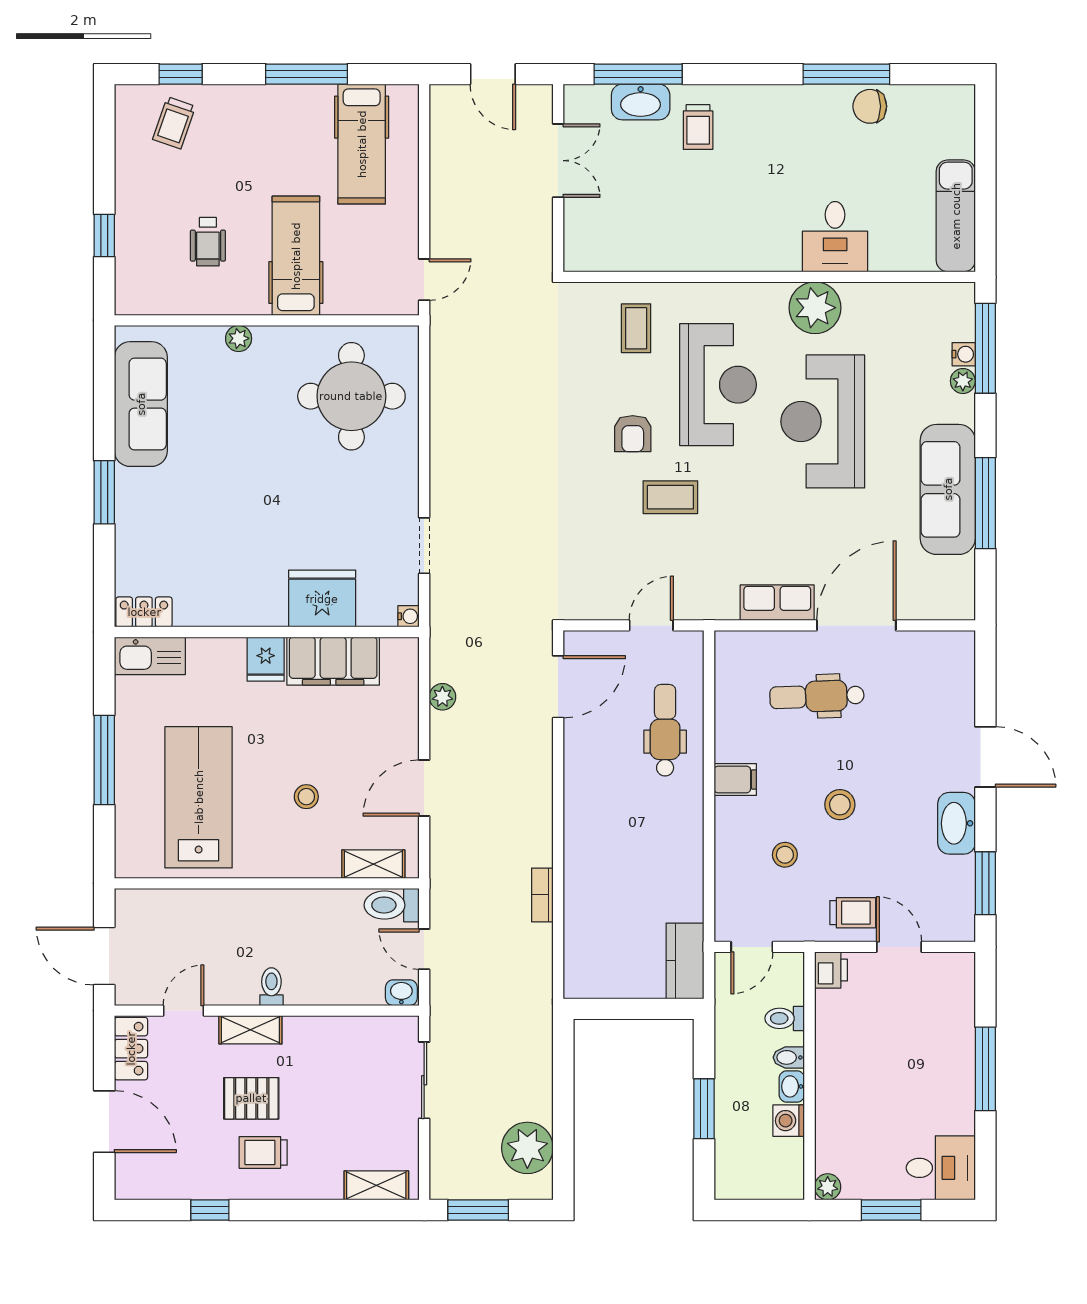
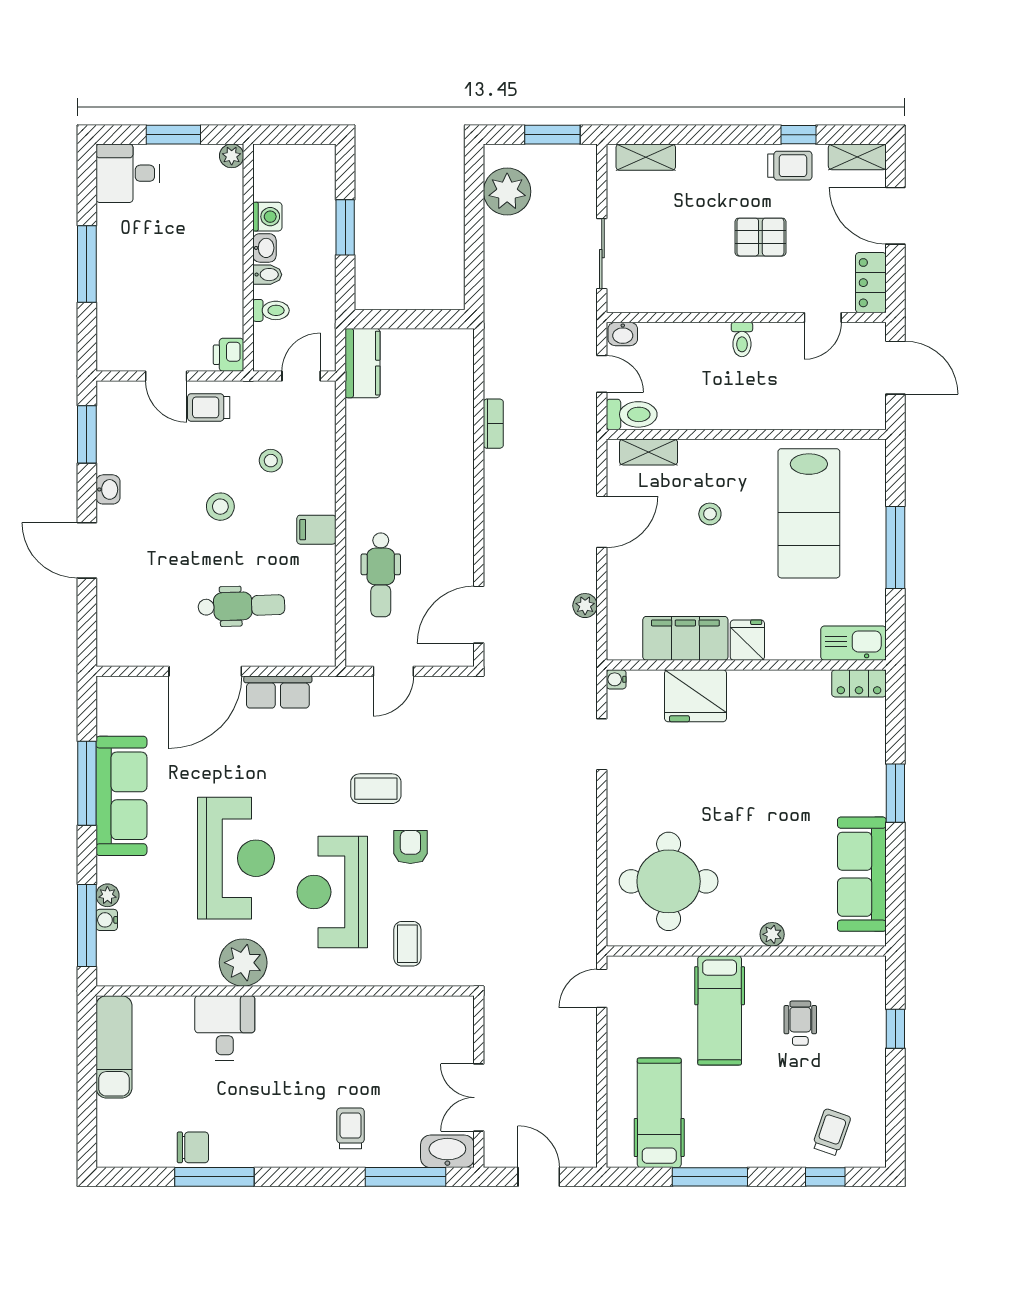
washbasin: (641, 102) -> (447, 1151), moved
washbasin: (957, 823) -> (108, 489), width x0.52, depth x0.69
shelving: (250, 1030) -> (857, 157), moved
trolley: (263, 1152) -> (790, 166), moved

